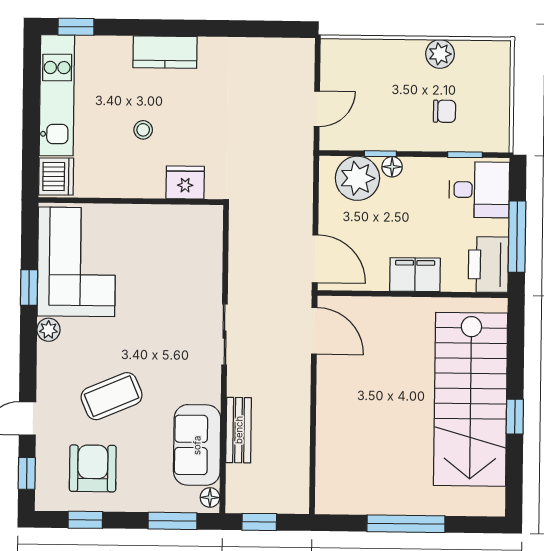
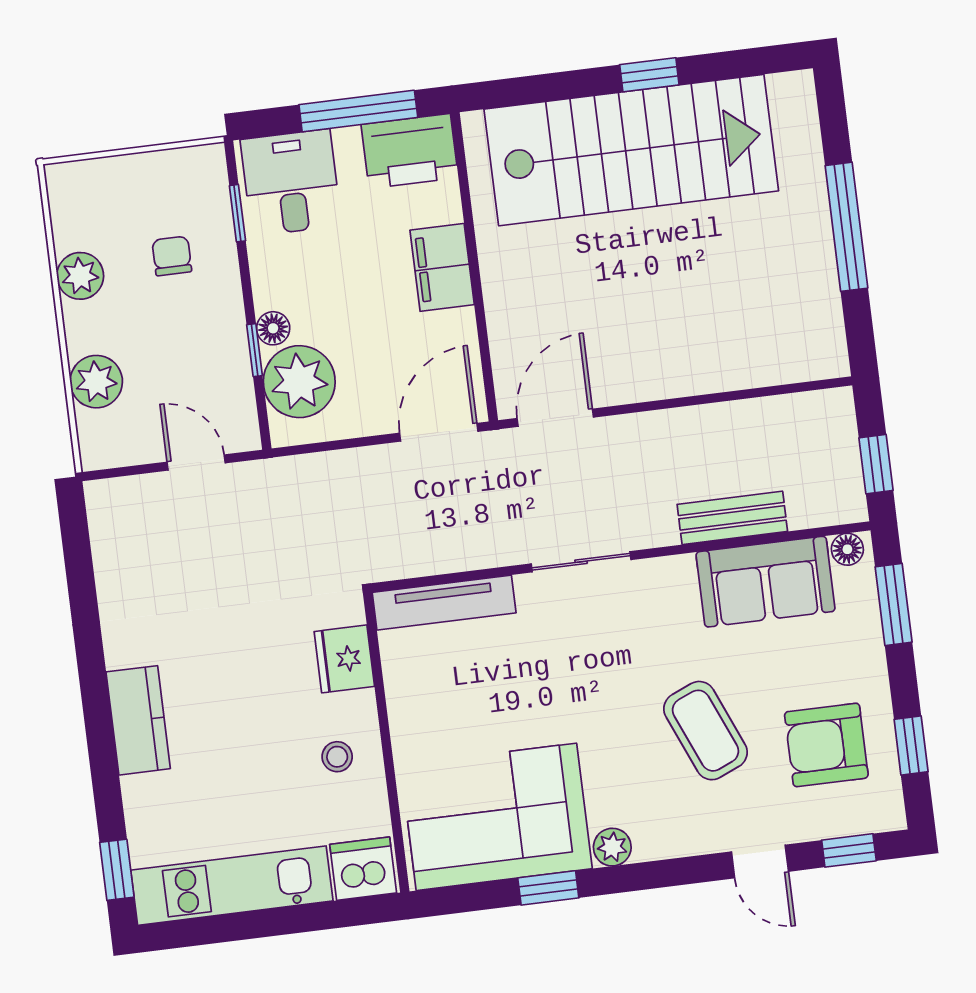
plant: (374, 55) -> (96, 382), added
stool: (143, 130) -> (337, 757), moved
tv unit: (211, 248) -> (444, 603), added

